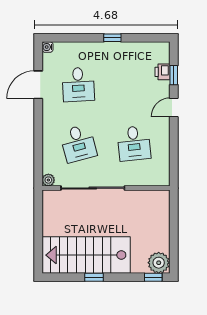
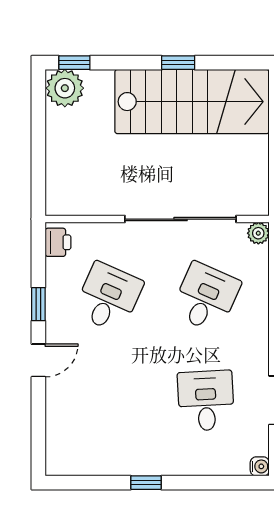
printer: (163, 72) -> (58, 242), moved
window: (174, 75) -> (38, 304), moved
desk: (78, 143) -> (206, 297), turned 39
desk: (134, 143) -> (108, 297), turned 30

